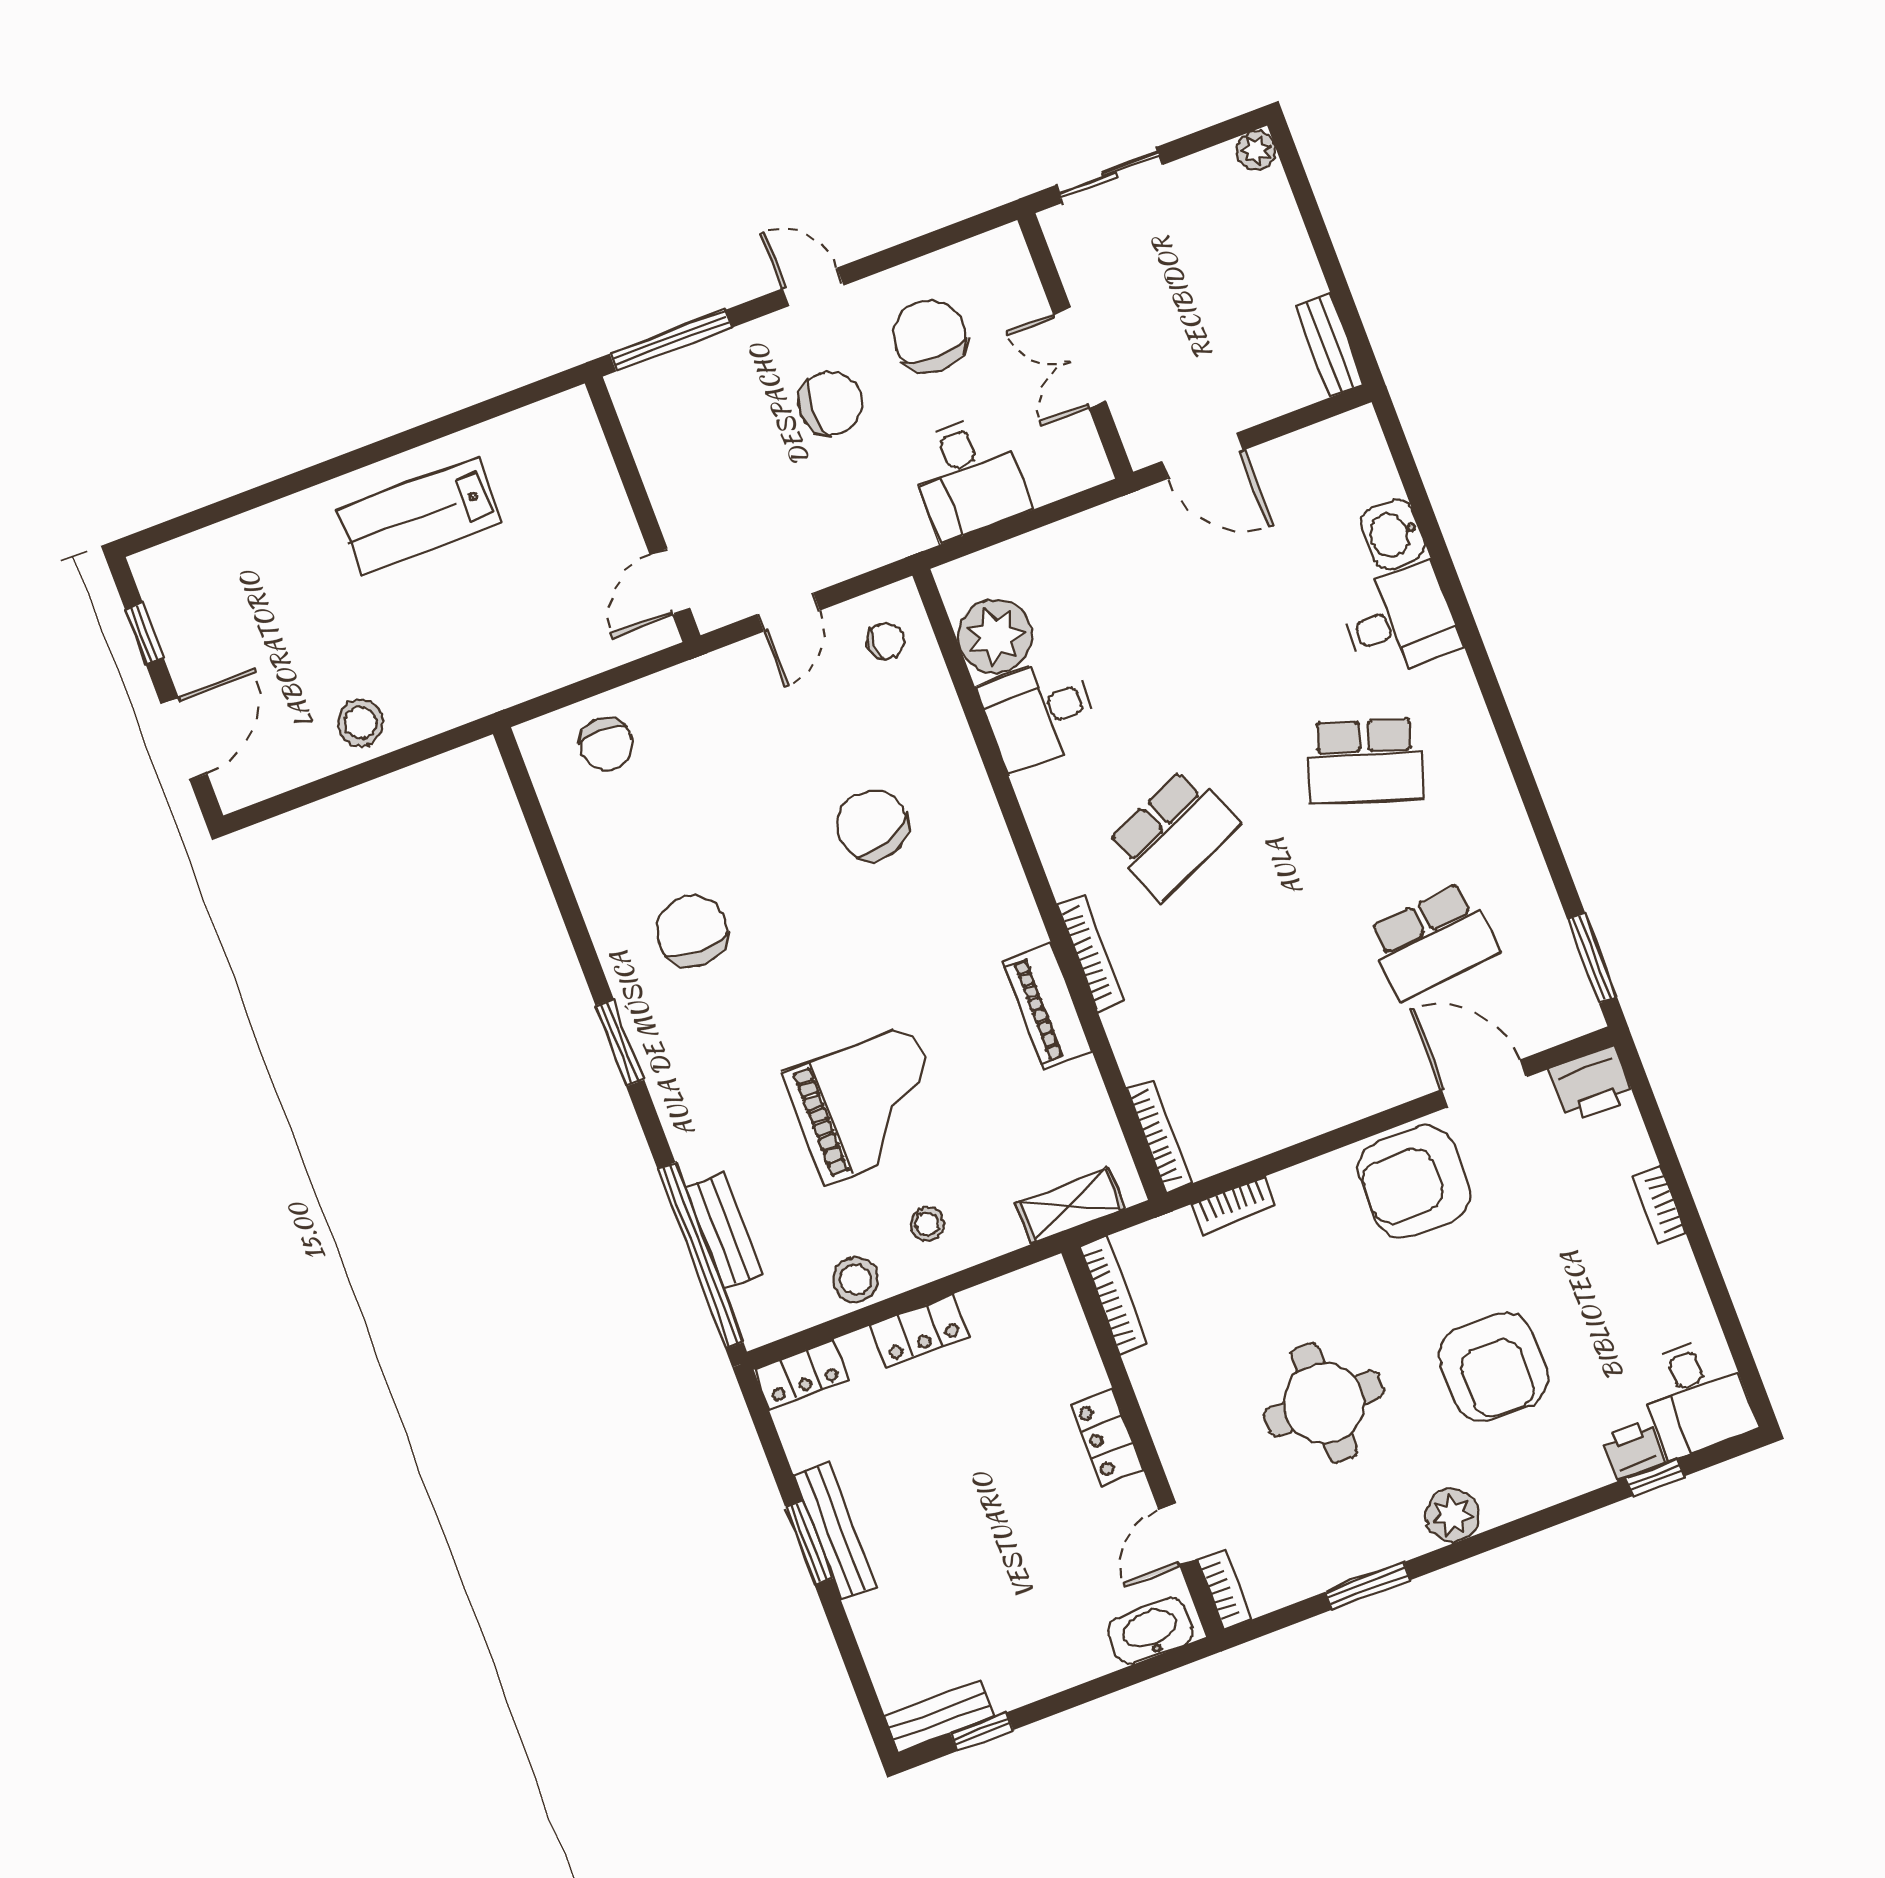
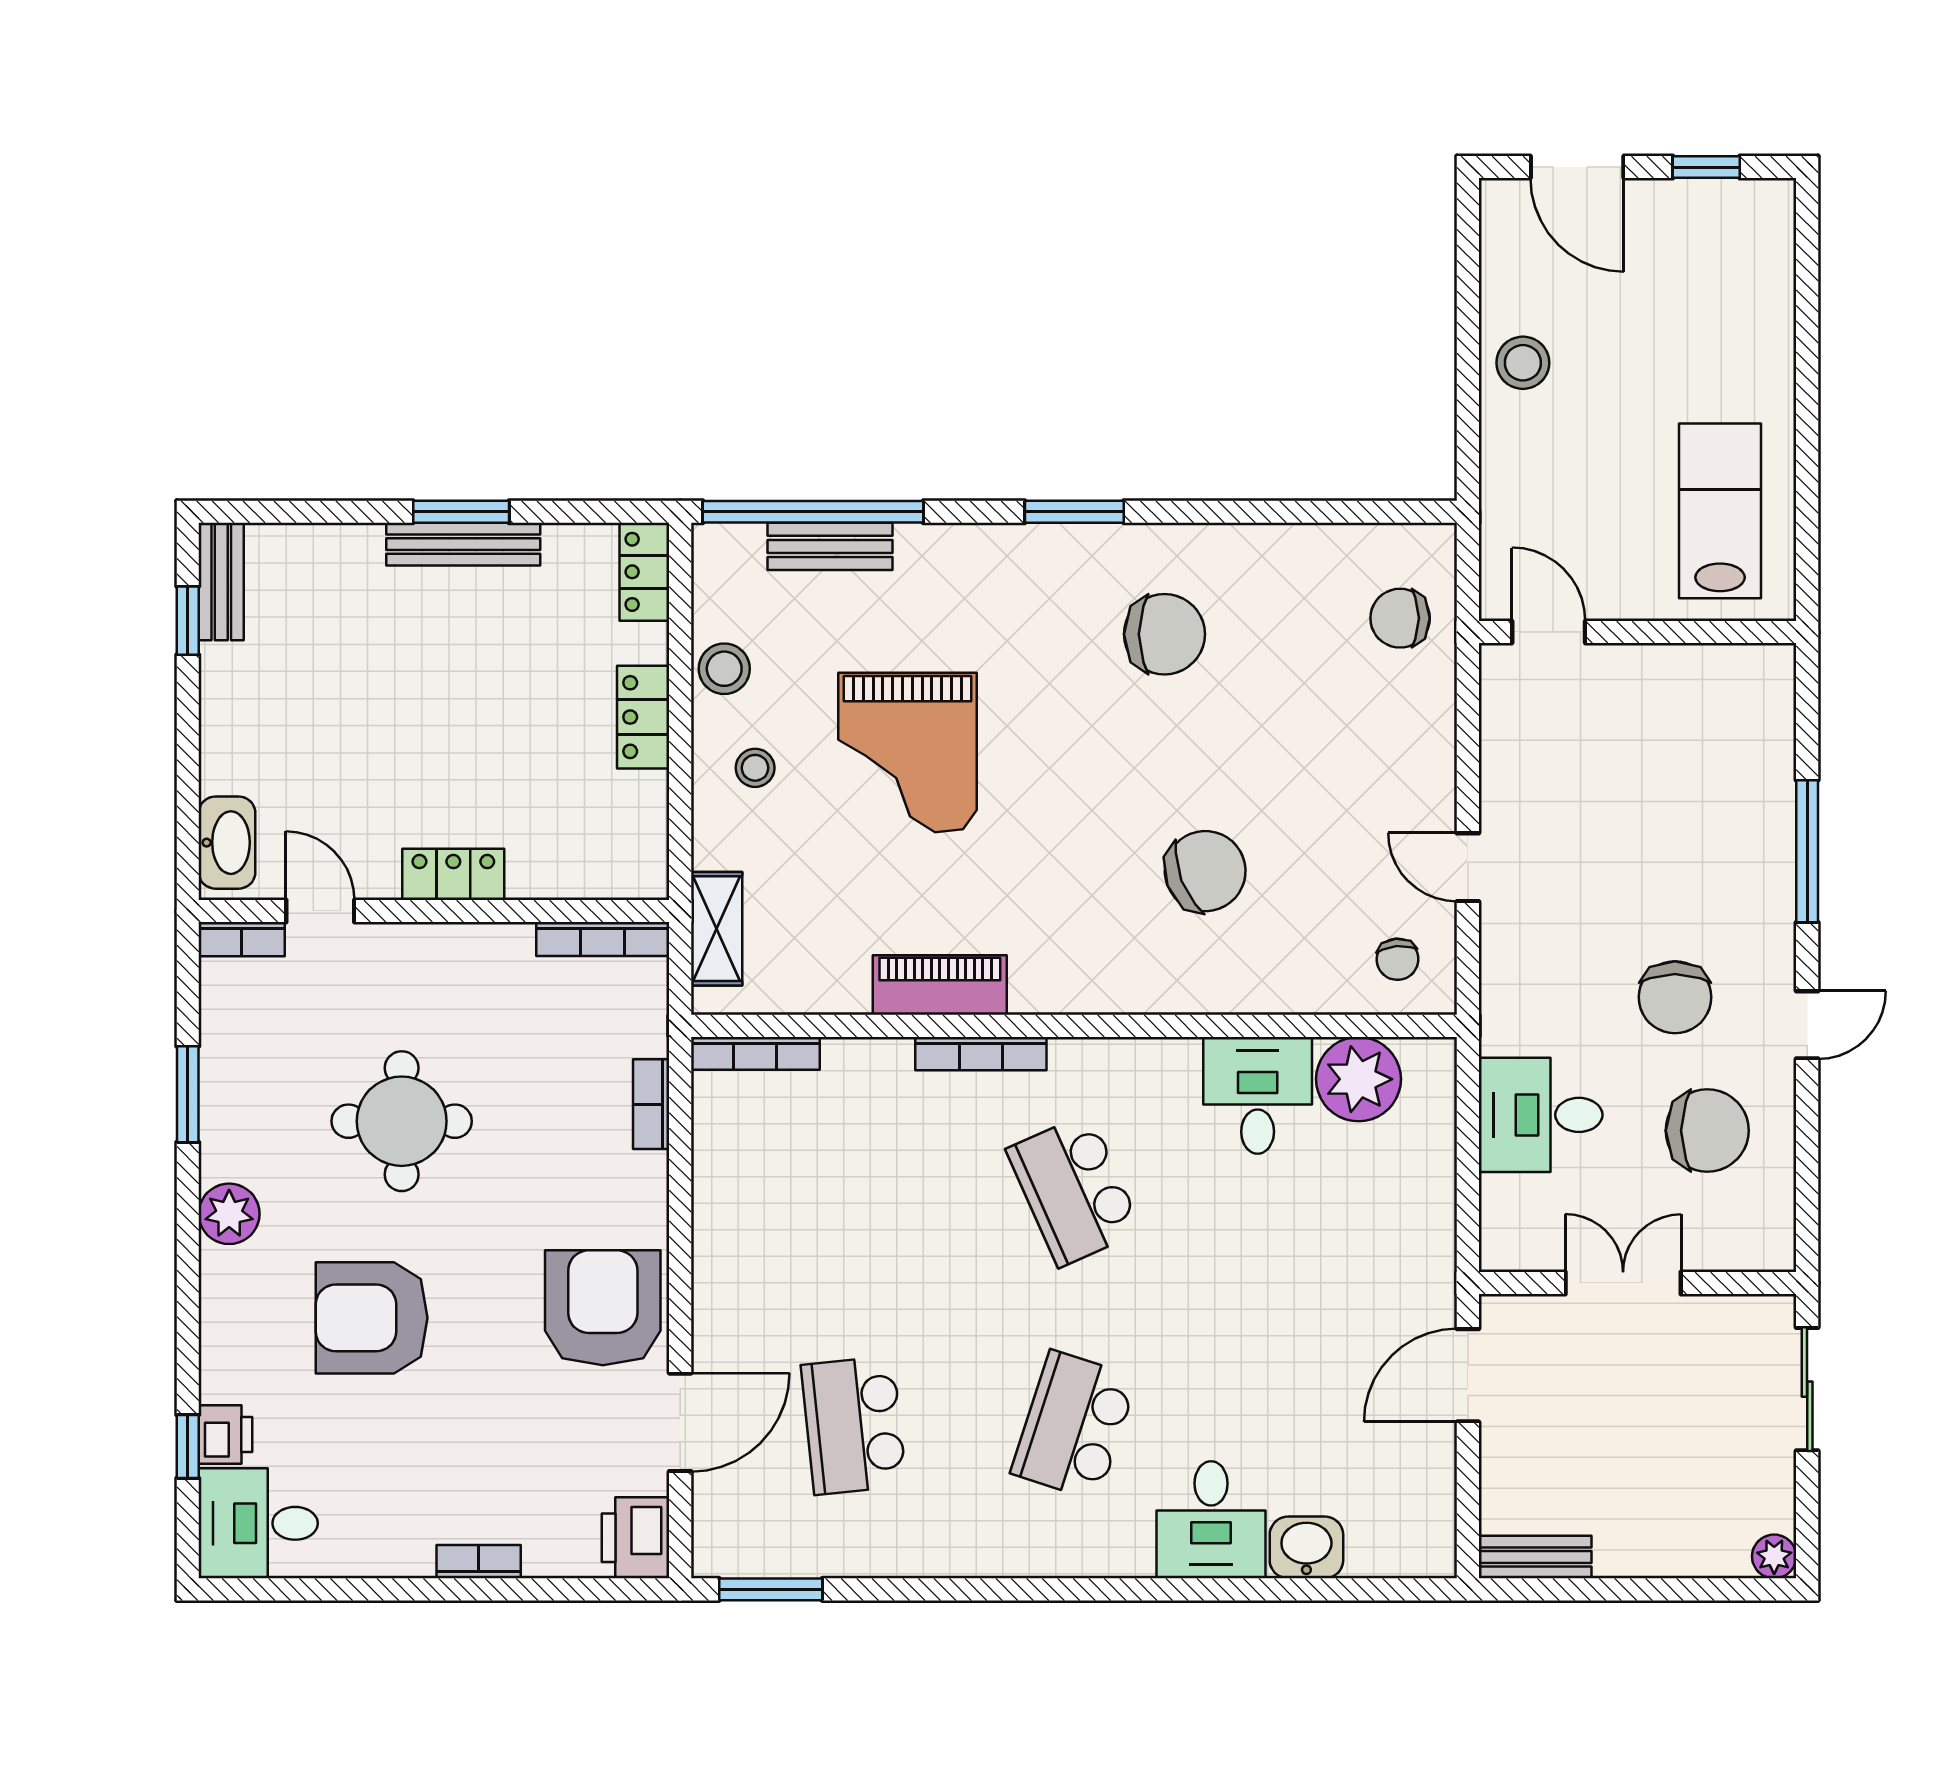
wall: (643, 509) -> (1638, 632), moved
door: (670, 582) -> (1549, 632), moved

